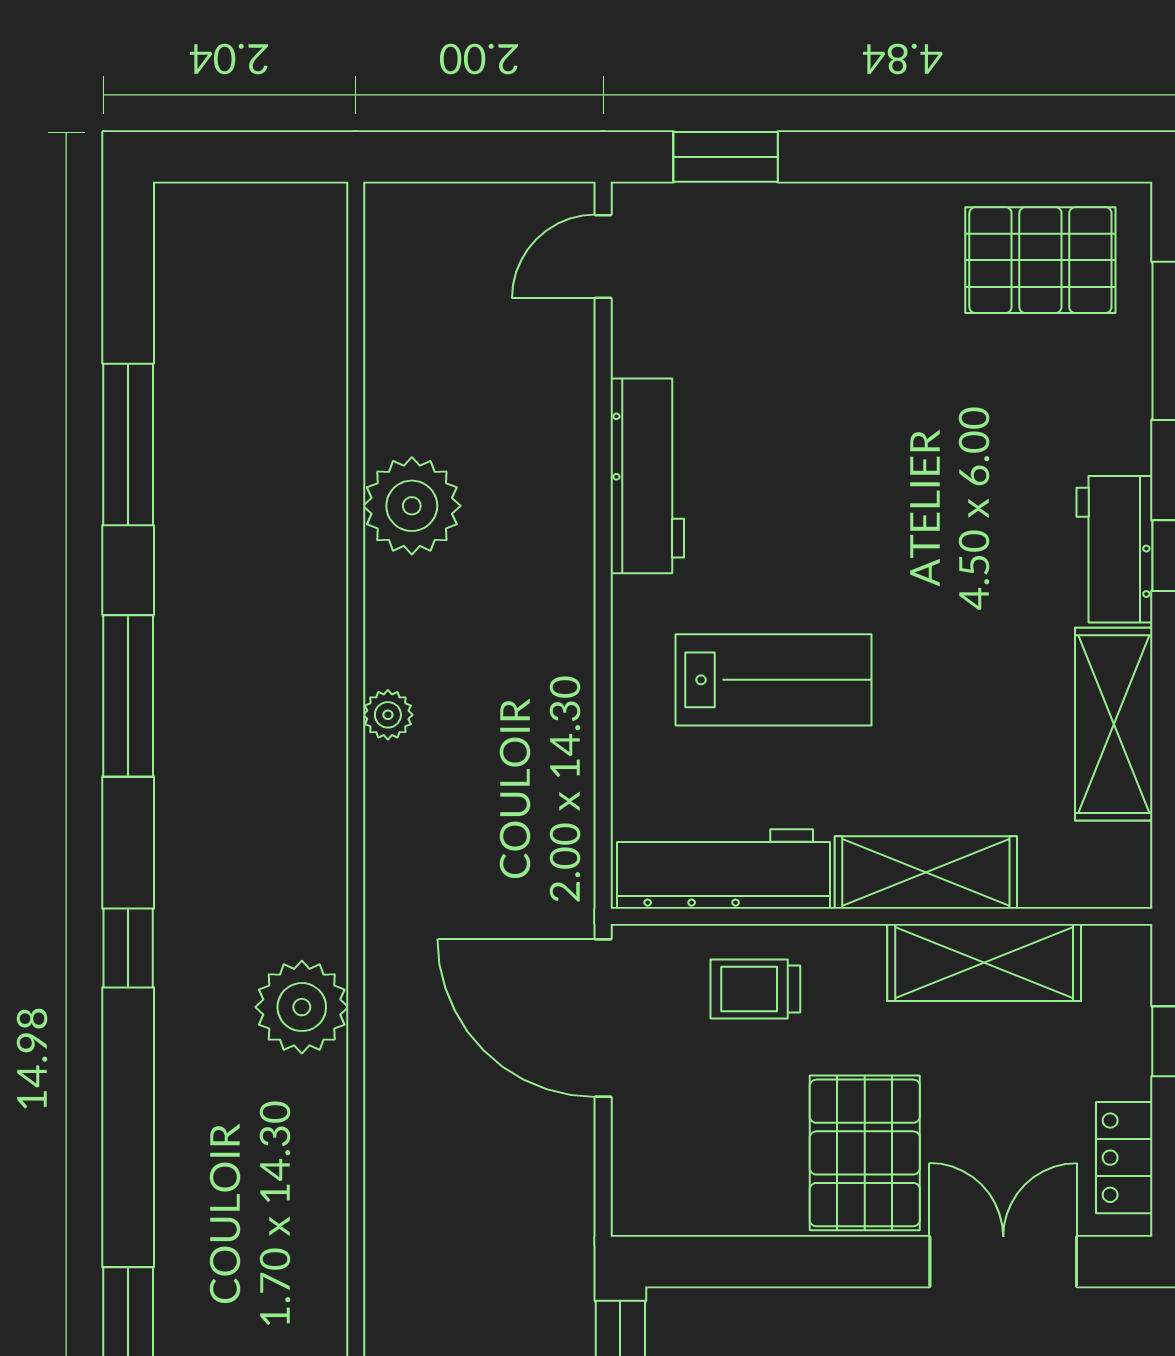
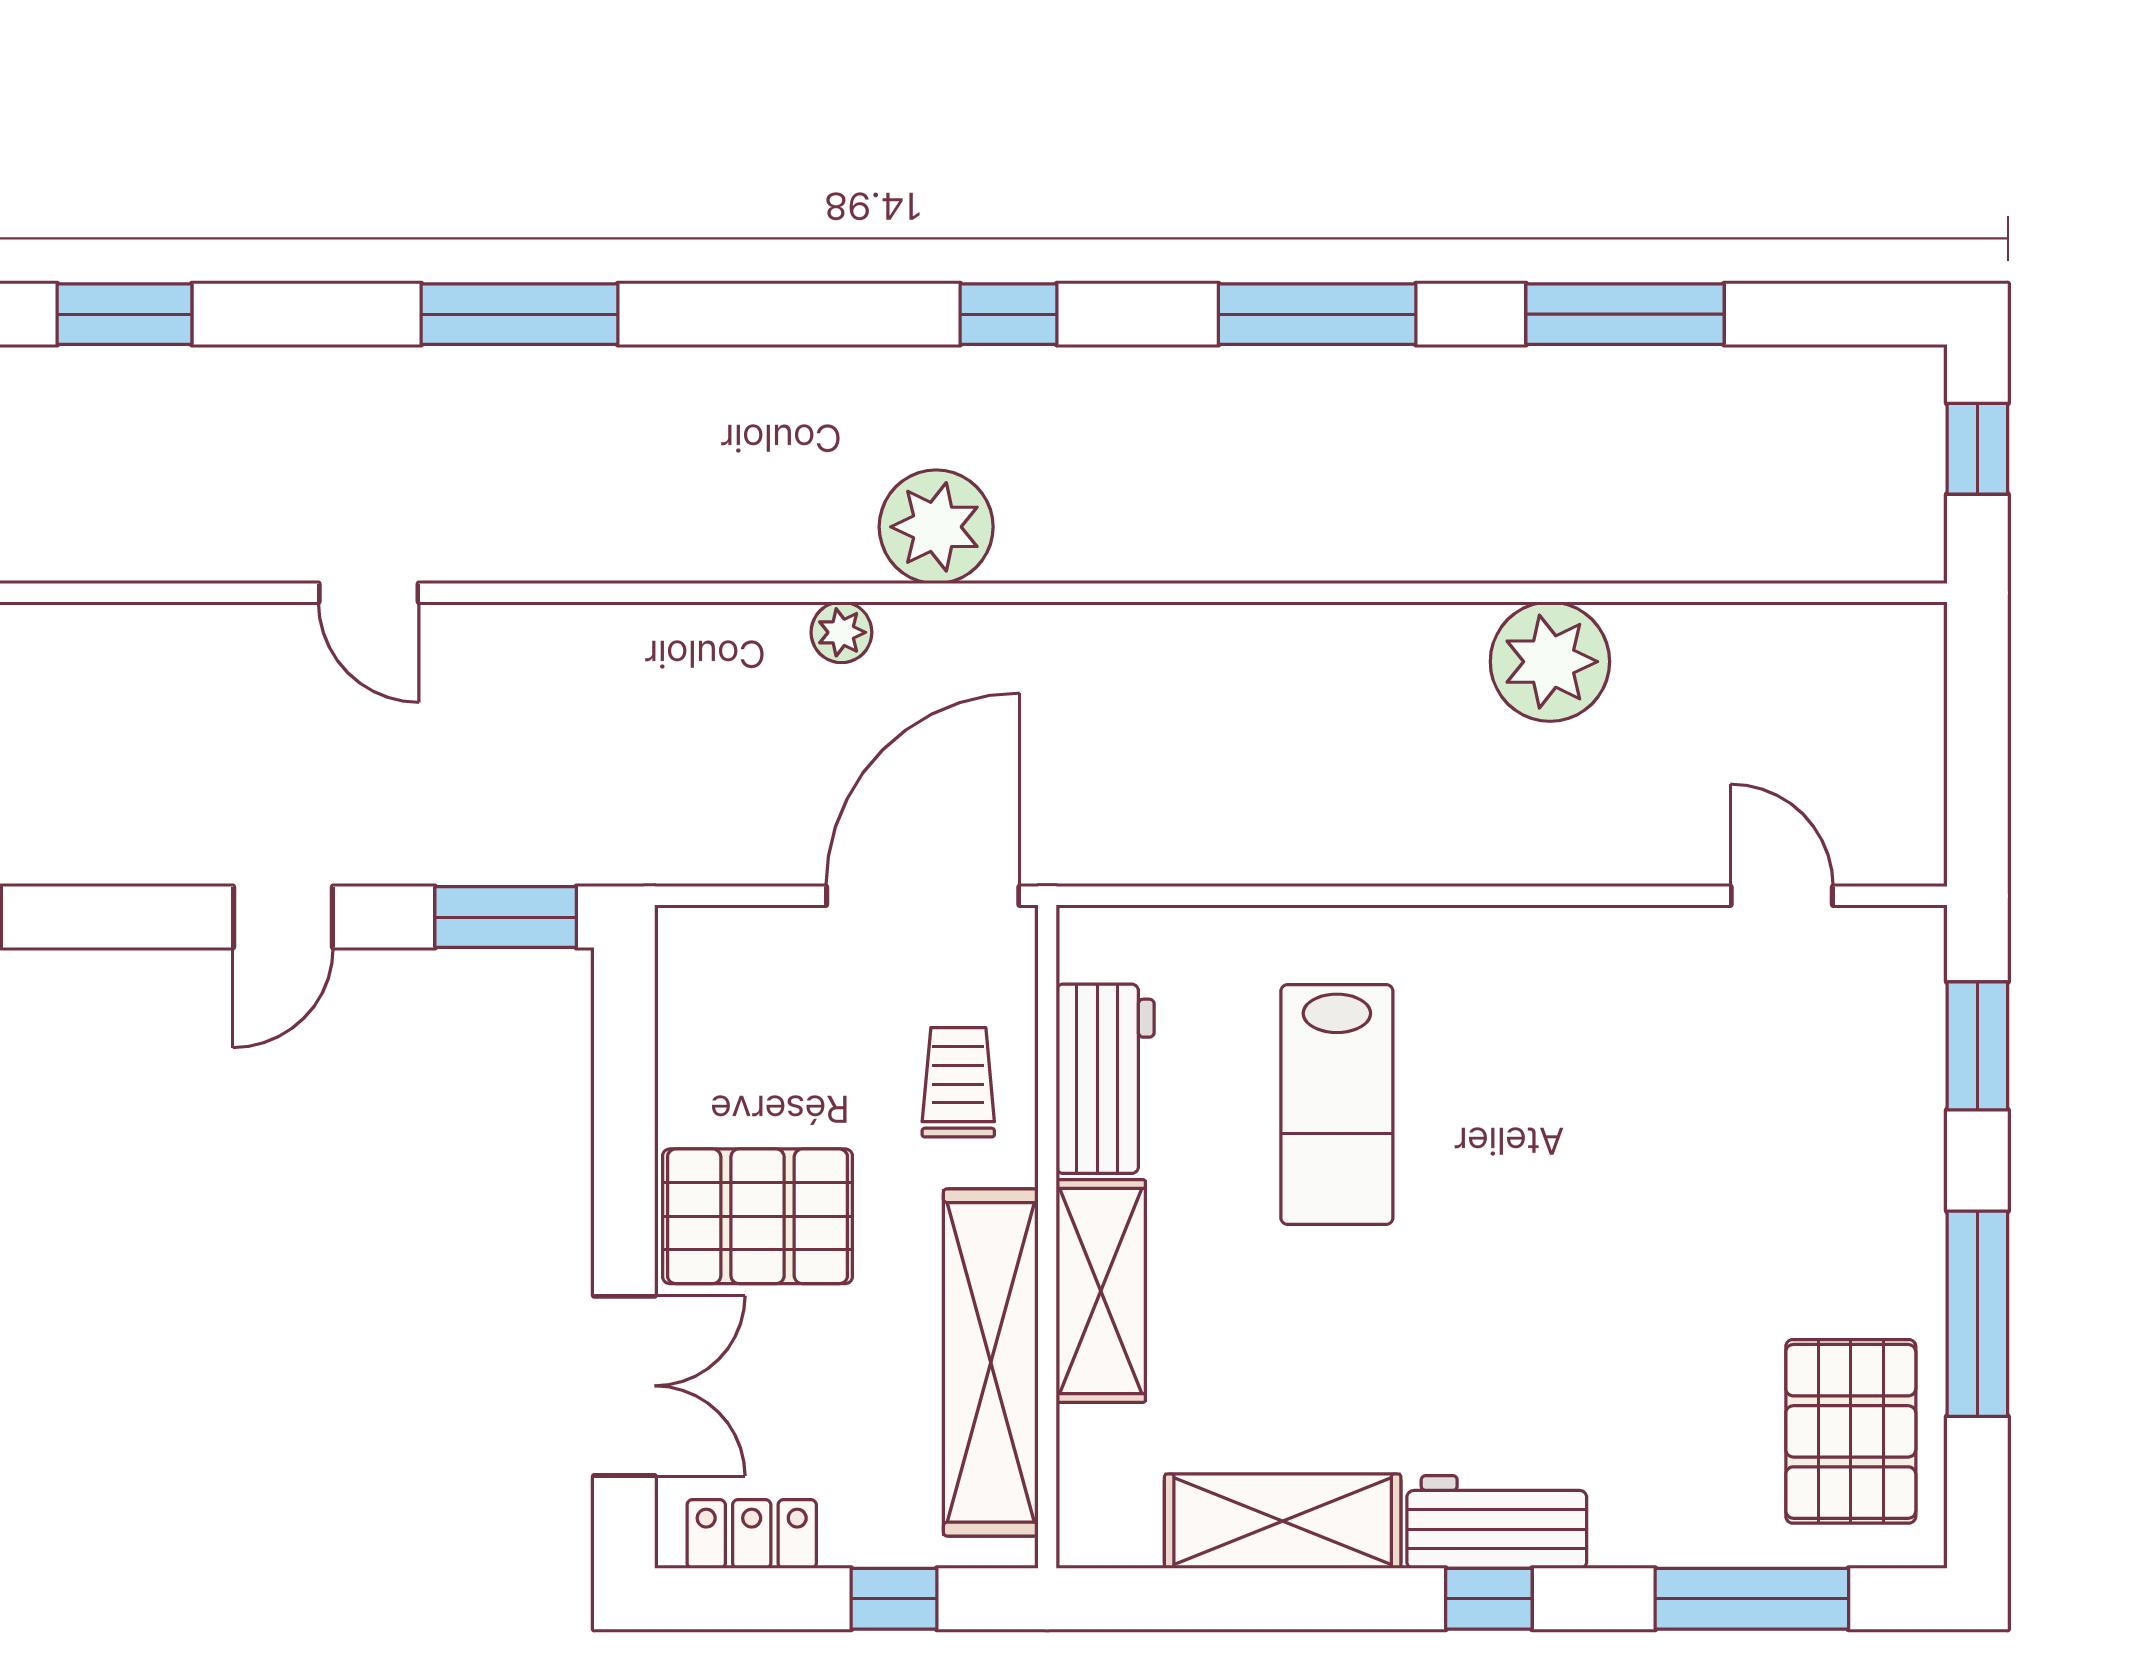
window: (238, 157) -> (1977, 449), added
window: (944, 157) -> (1977, 1314), added
door: (603, 256) -> (1782, 896), moved
workbench: (647, 476) -> (1587, 950), removed
plant: (388, 715) -> (841, 632), moved
workbench: (724, 869) -> (1105, 1079), width x0.73
shelving: (984, 963) -> (991, 1362), width x1.47

